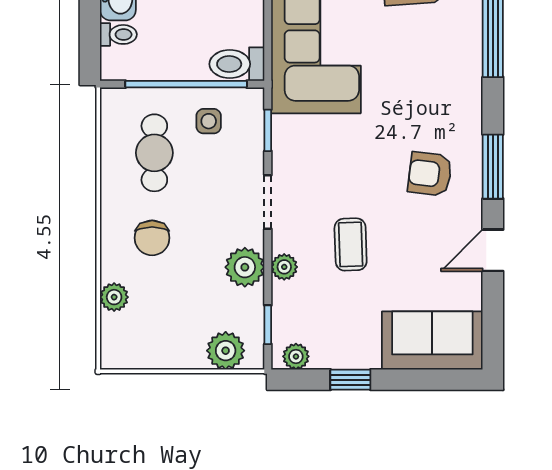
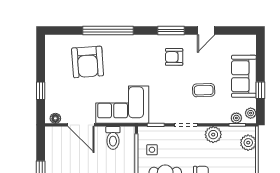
toilet: (237, 64) -> (113, 138), moved
armchair: (430, 174) -> (174, 57), turned 83
door: (493, 250) -> (206, 31), hinge flipped
plant: (284, 267) -> (236, 118), moved
sofa: (432, 340) -> (244, 76), moved

